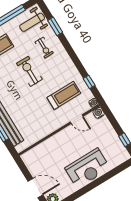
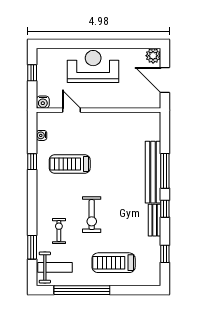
water cooler: (99, 113) -> (43, 102), moved
door: (77, 119) -> (72, 110), moved
wall: (59, 130) -> (99, 110), moved

